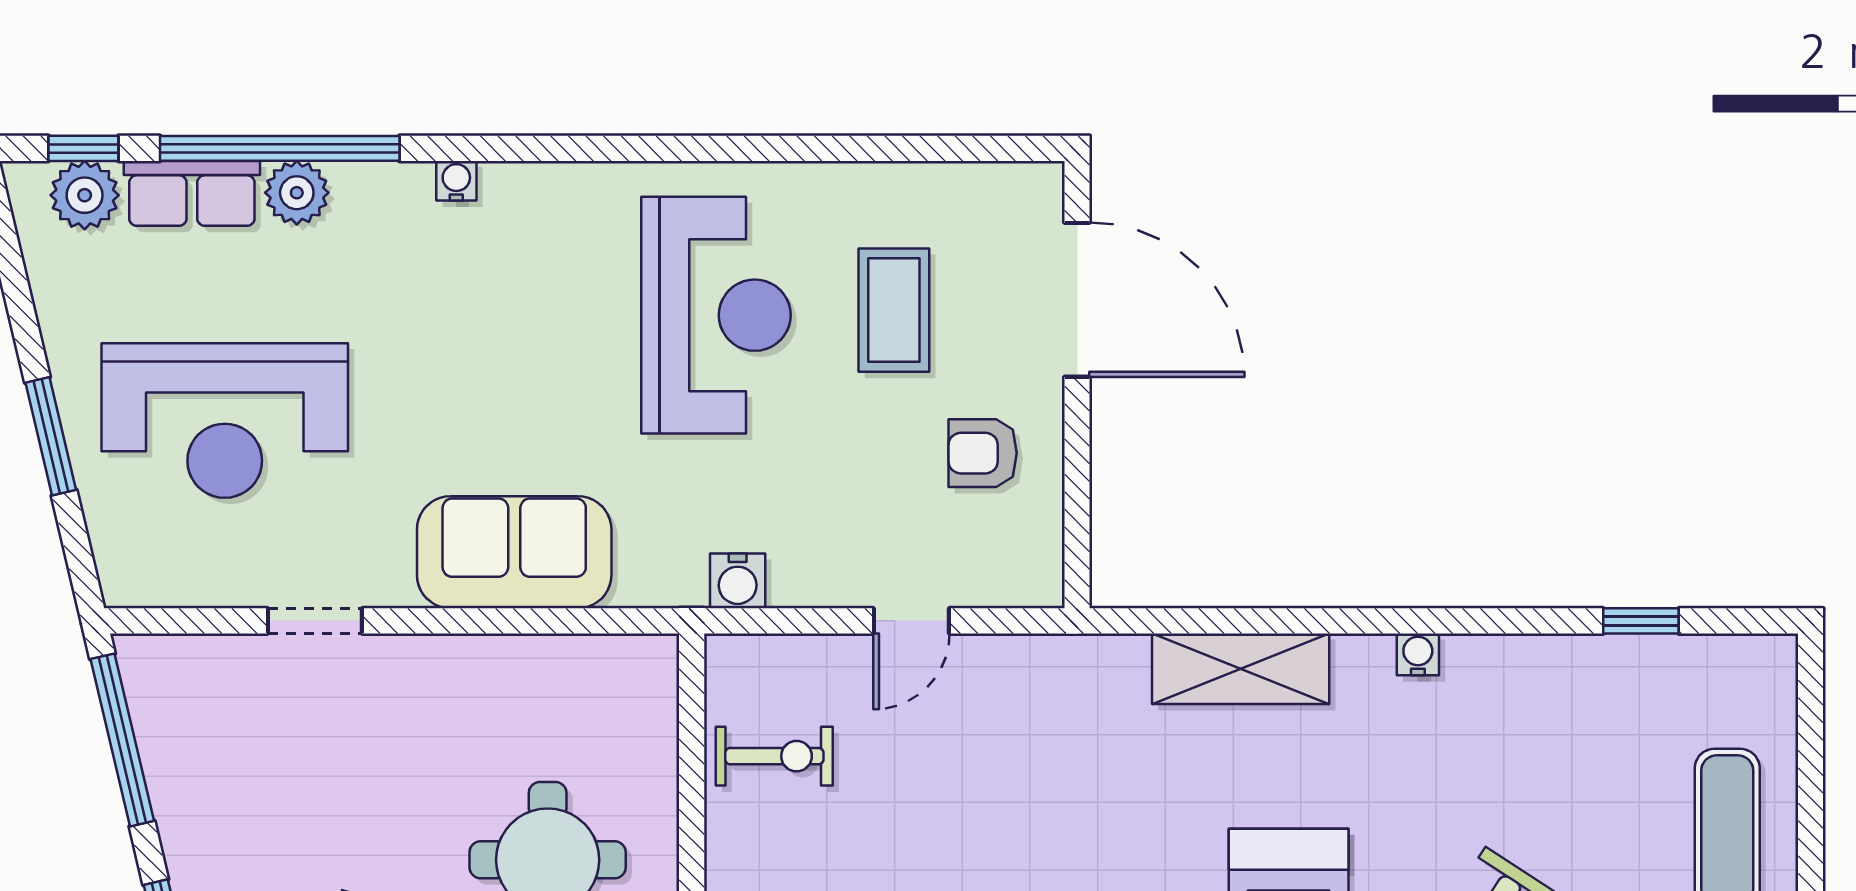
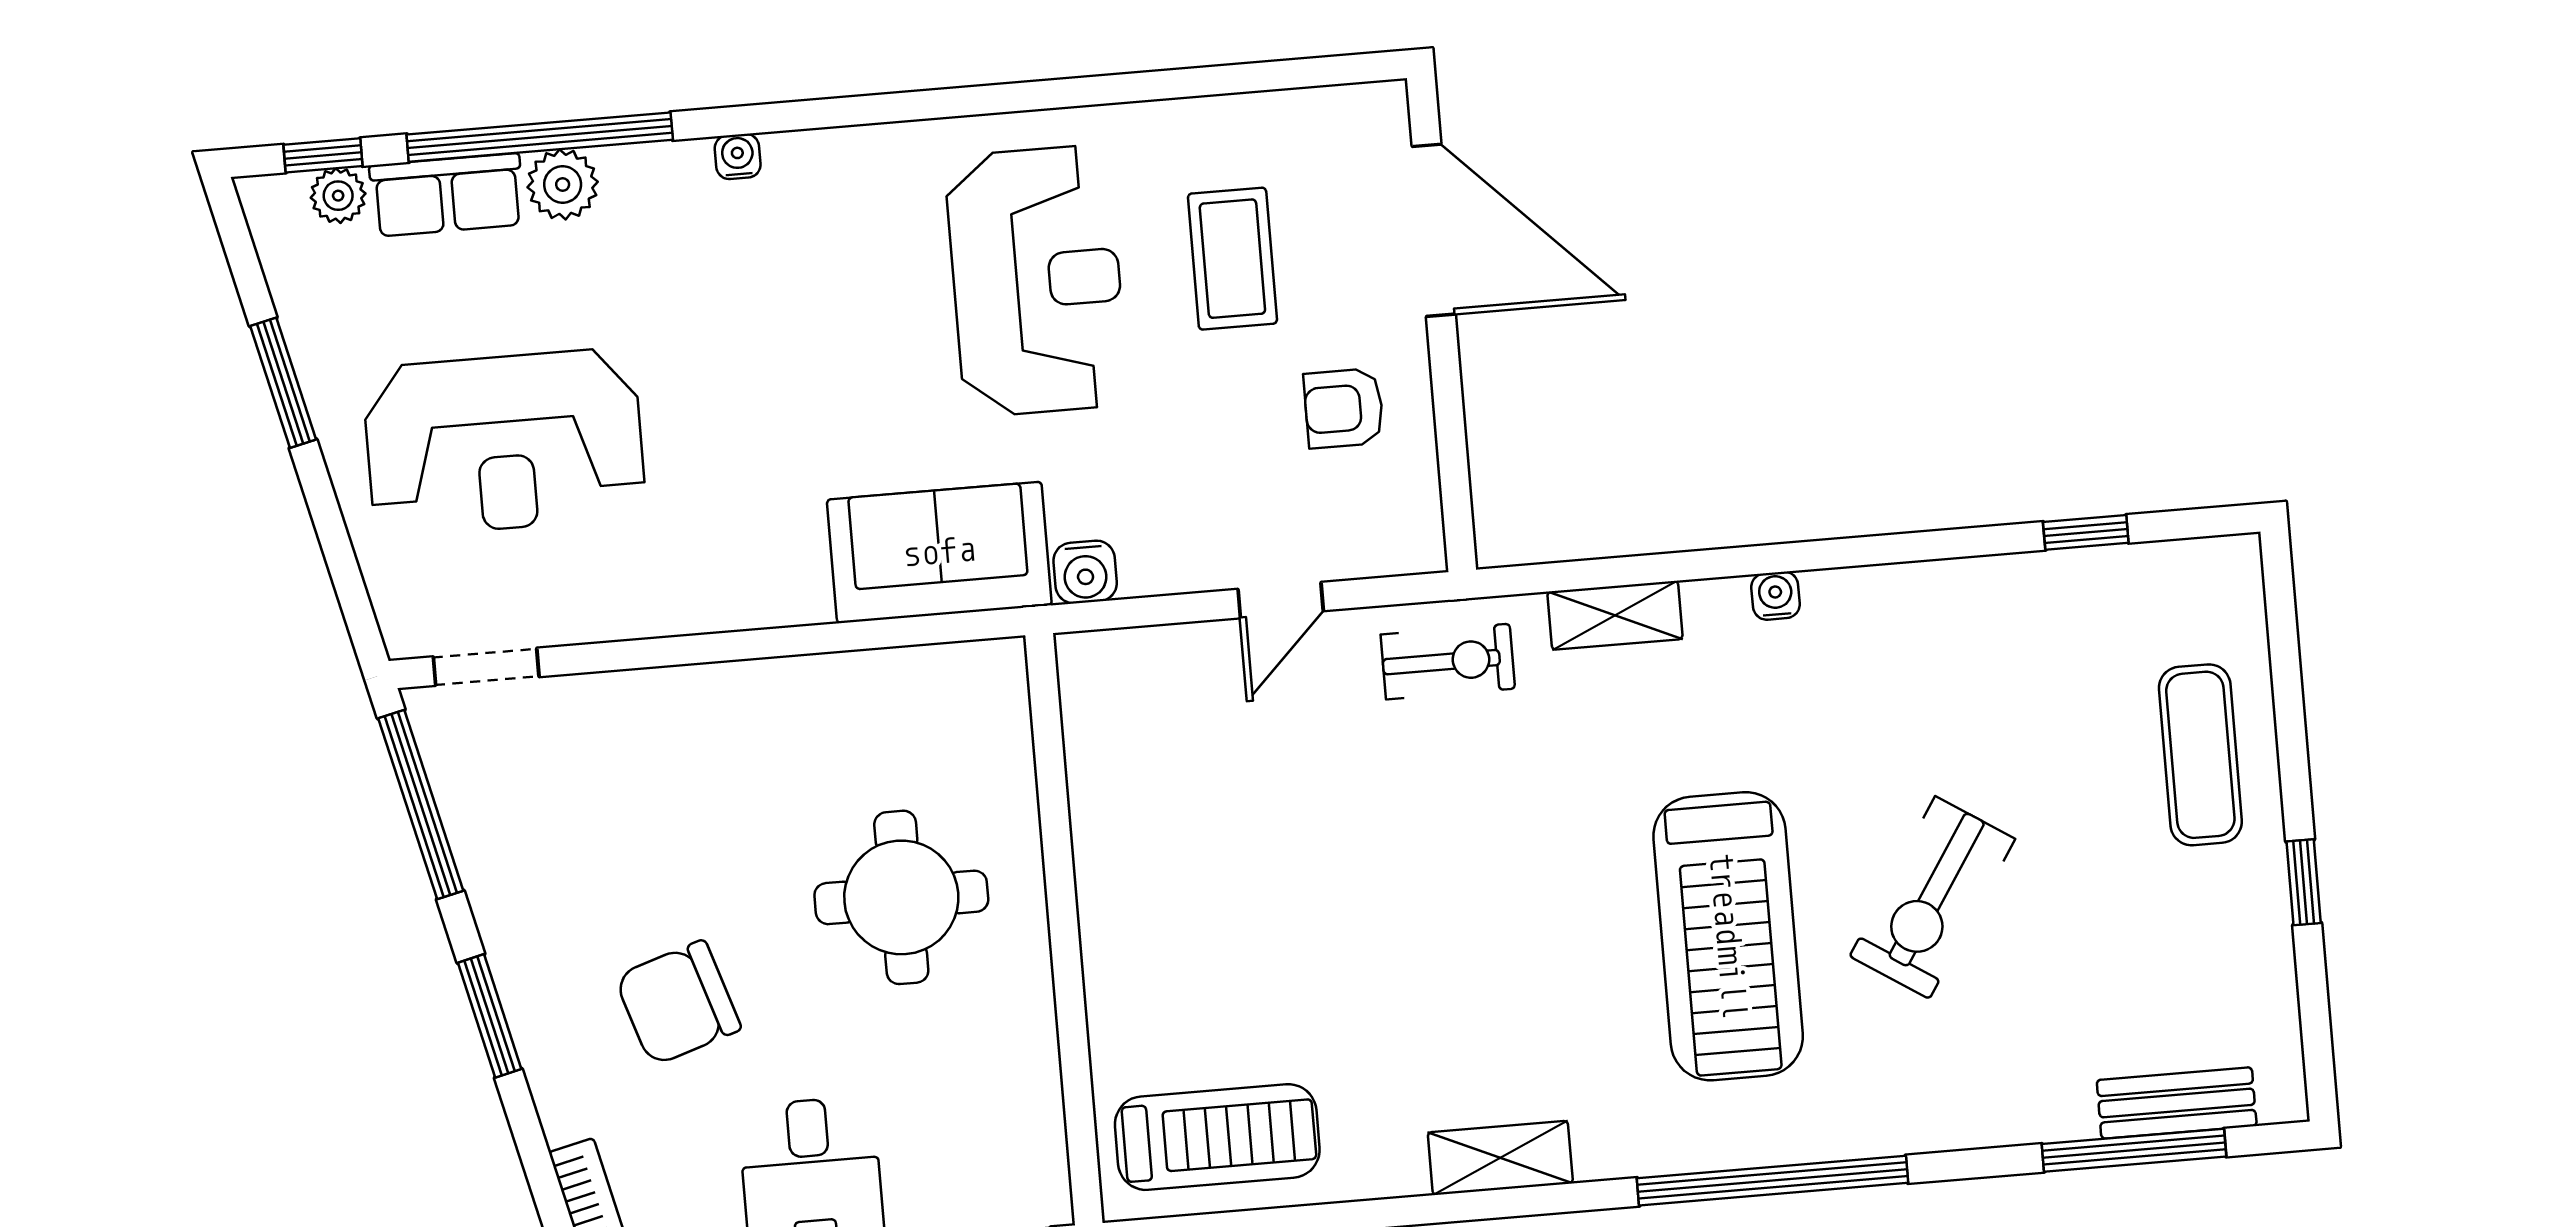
plant: (85, 195) -> (338, 196), width x0.73, depth x0.73
window: (51, 436) -> (283, 383), moved
sofa: (514, 552) -> (939, 552), moved
doorway: (315, 621) -> (486, 667), moved
water cooler: (1418, 654) -> (1776, 596), moved
shelving: (1241, 669) -> (1615, 615), width x0.67, depth x0.75
exercise bike: (774, 756) -> (1448, 662), moved

